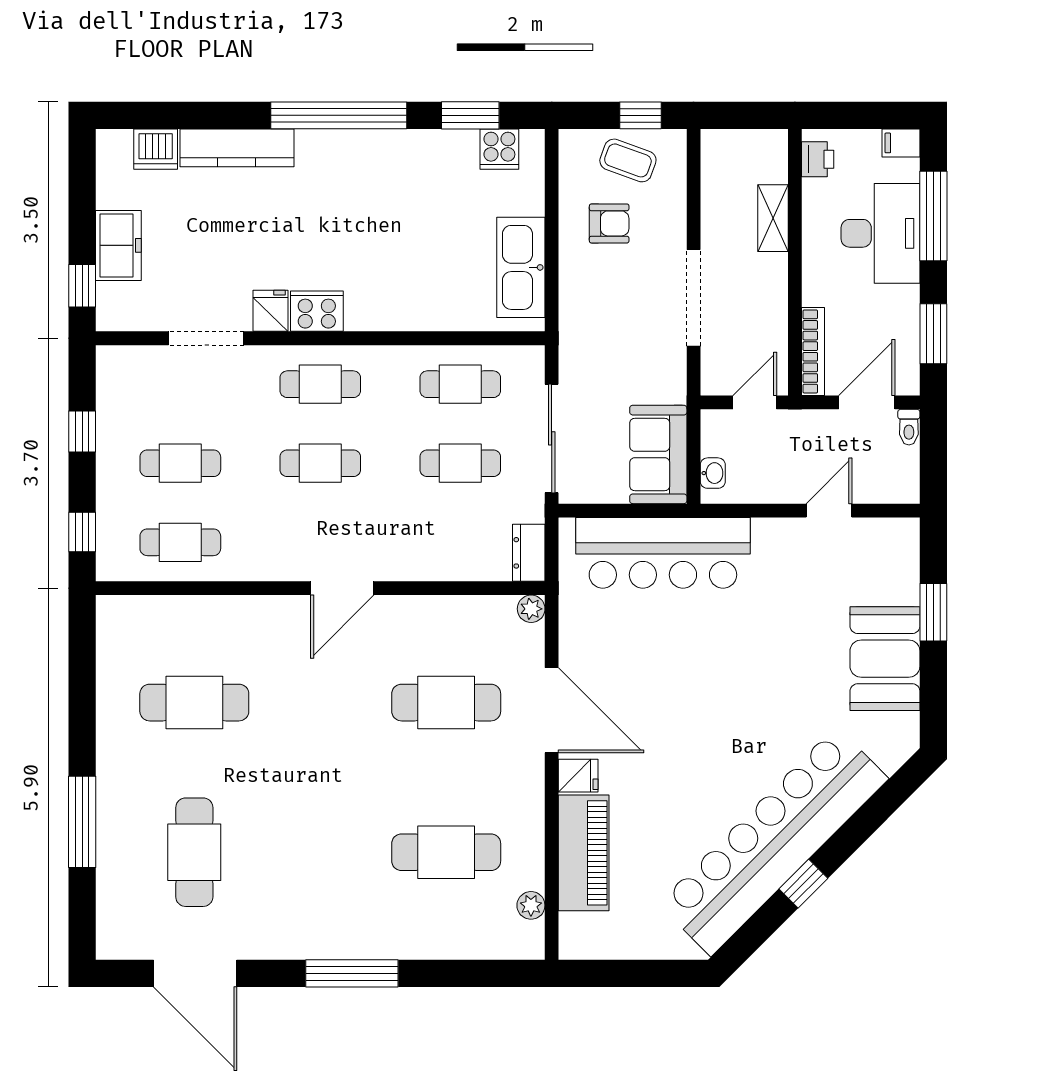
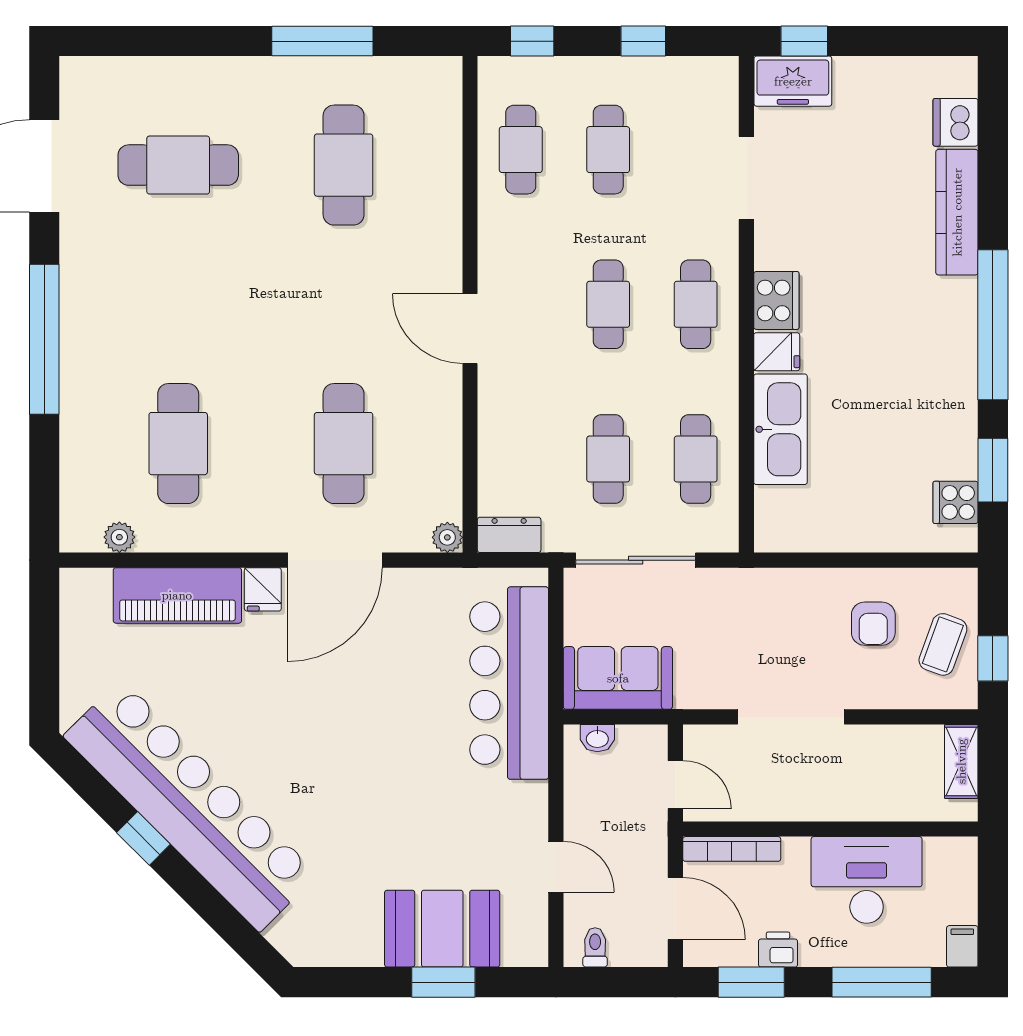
printer: (818, 159) -> (778, 949), moved, turned 180
shelving: (773, 218) -> (961, 761), moved, turned 90
desk: (881, 233) -> (867, 880), moved, turned 180
freezer: (118, 245) -> (793, 81), moved
kitchen sink: (521, 267) -> (780, 429), moved, turned 90
fridge: (270, 311) -> (777, 352), moved
toilet: (909, 427) -> (595, 947), moved, turned 90
booth: (885, 659) -> (442, 929), moved
window: (82, 822) -> (322, 41), moved
window: (352, 973) -> (44, 339), width x1.46

